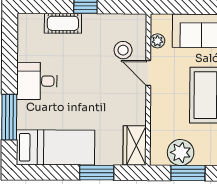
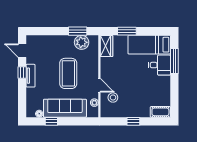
cot: (63, 23) -> (160, 112), moved
desk: (37, 81) -> (159, 65), moved

